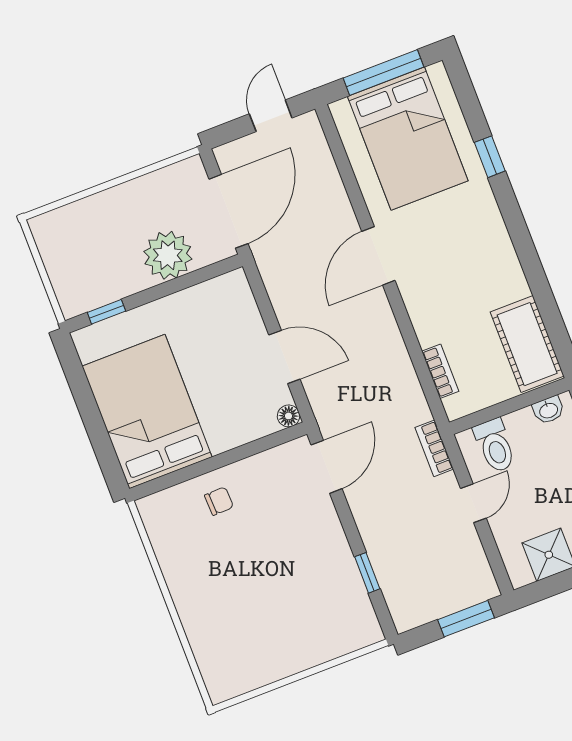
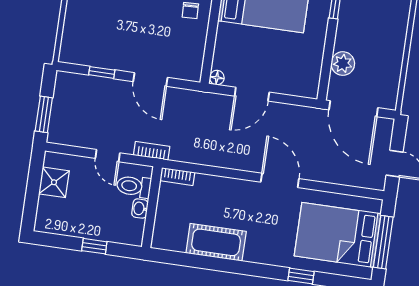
plant: (168, 255) -> (343, 64), width x0.73, depth x0.73
cot: (527, 344) -> (216, 242), moved
bookcase: (440, 371) -> (177, 176), moved
washbasin: (548, 410) -> (140, 209), moved
door: (327, 467) -> (150, 79), moved

